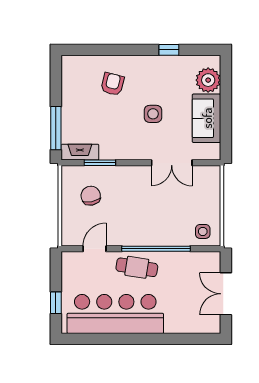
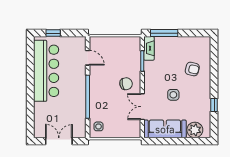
sofa: (207, 118) -> (165, 129), width x1.36
chair: (91, 196) -> (126, 84), moved
cafe table: (137, 267) -> (76, 85), removed

